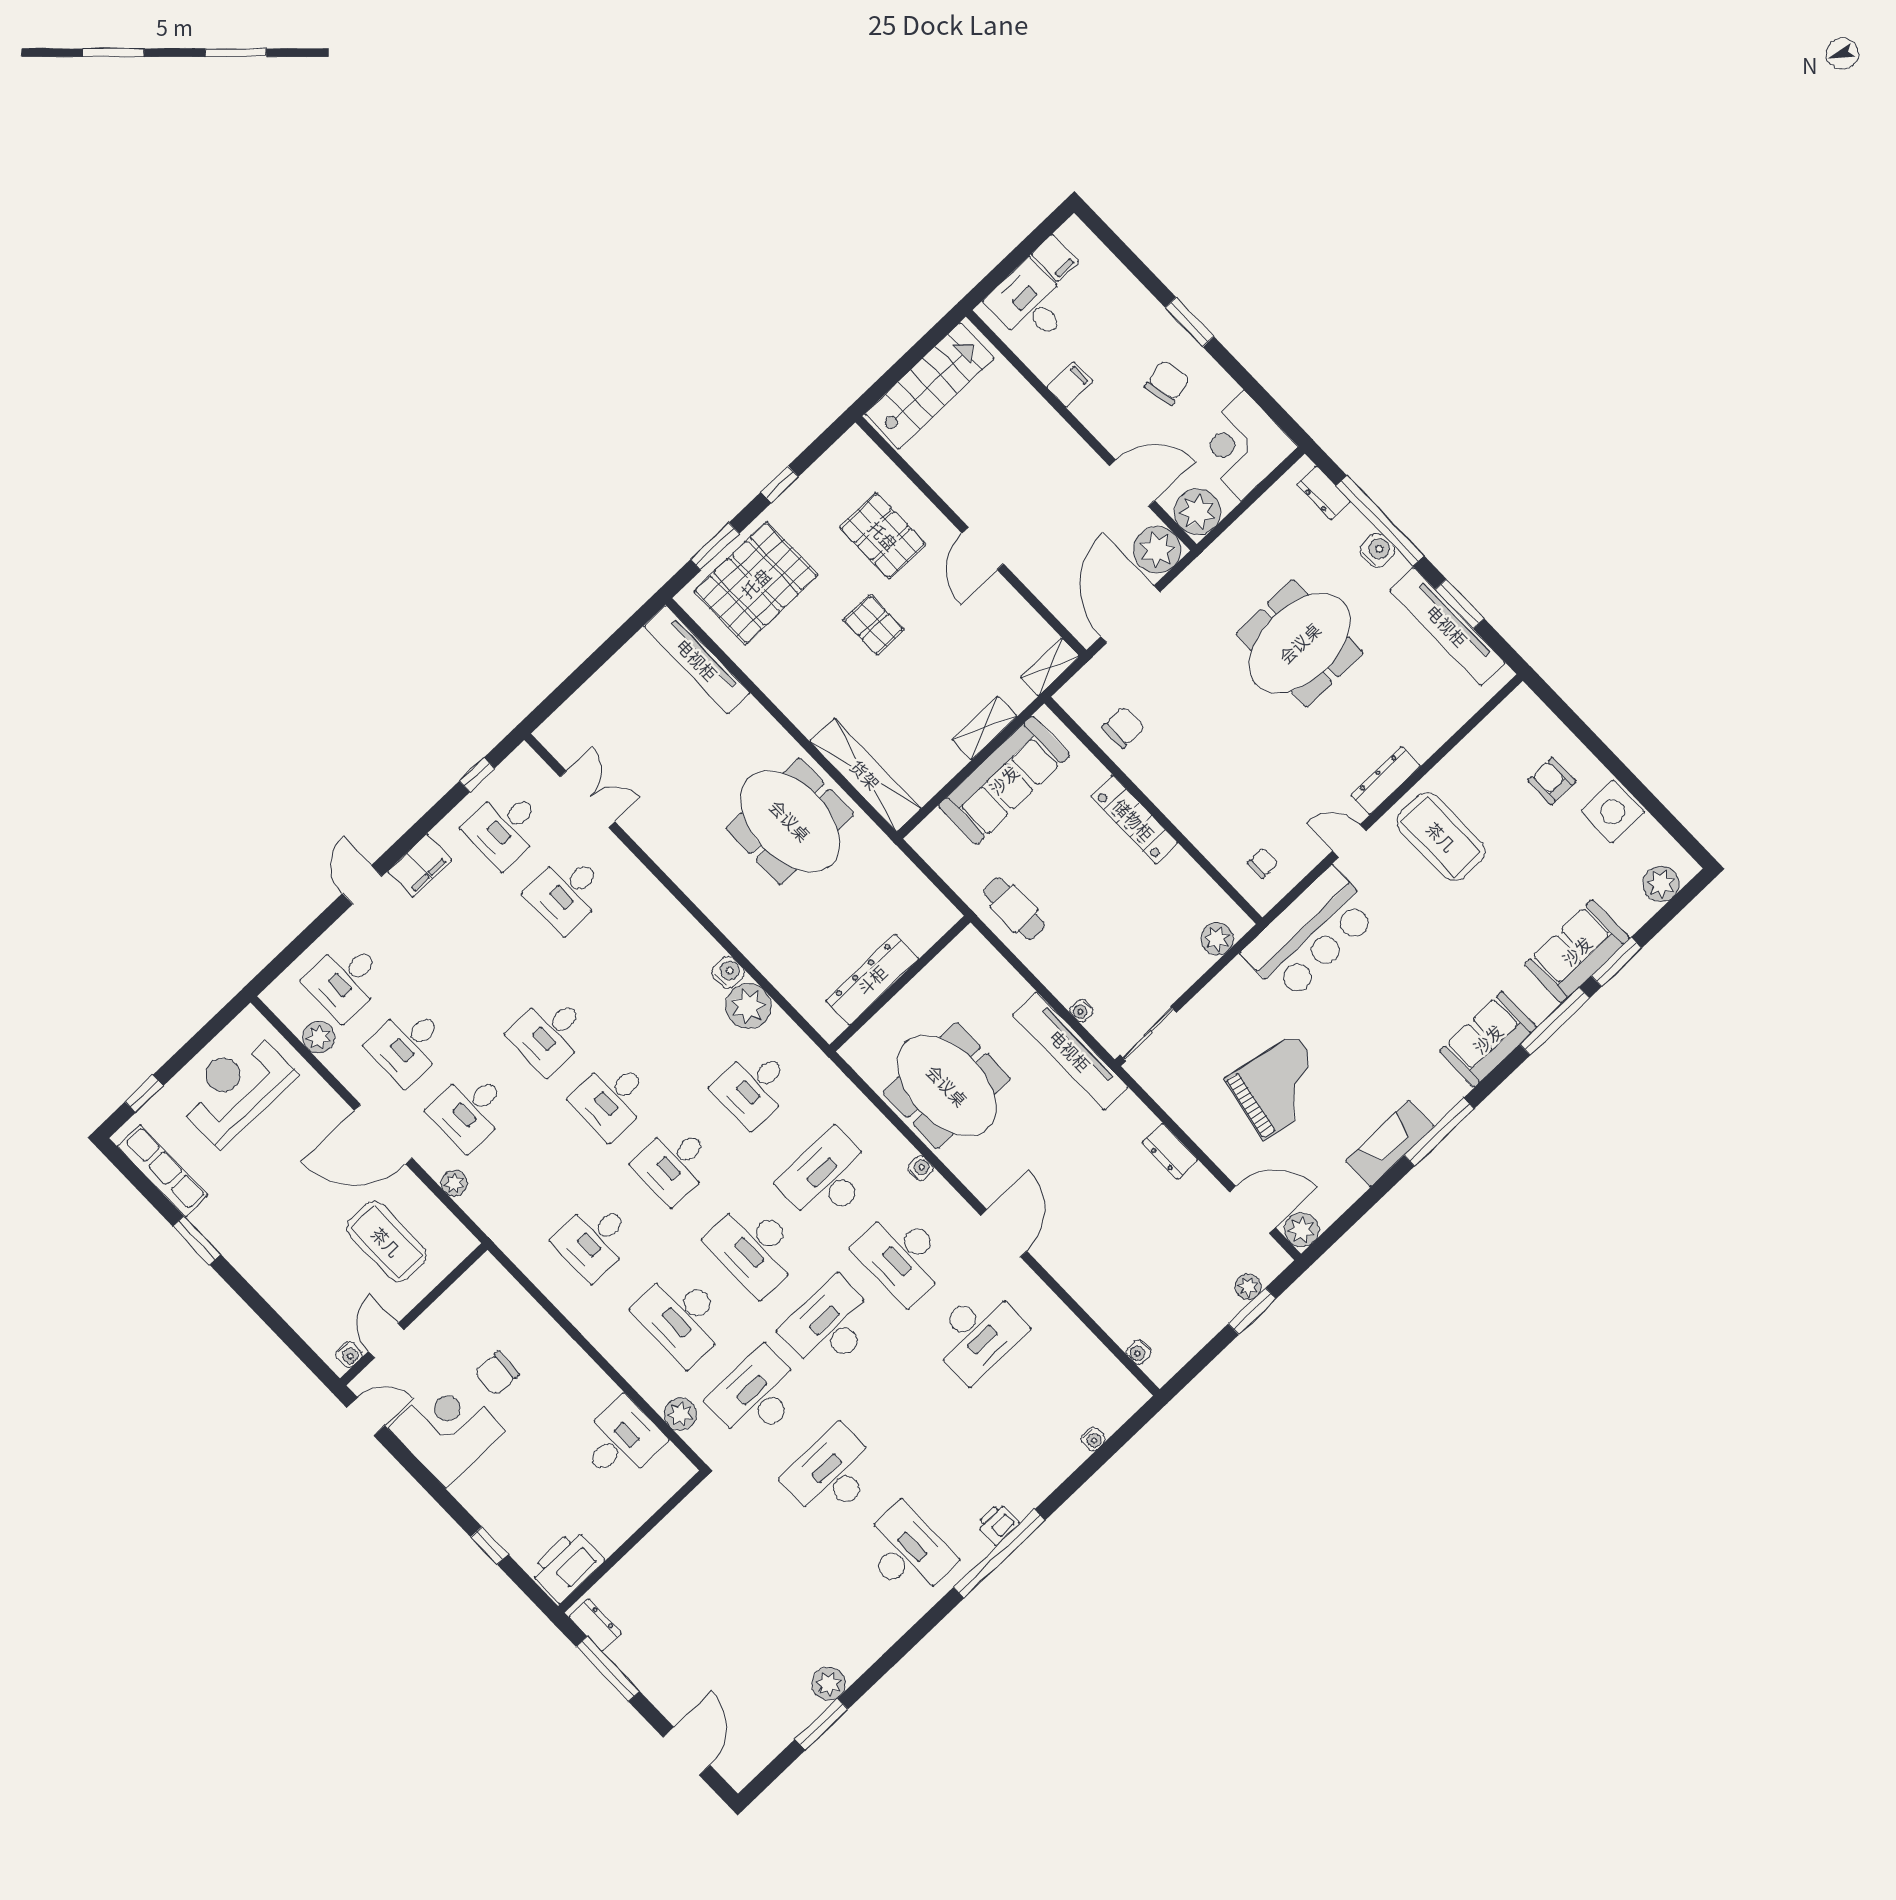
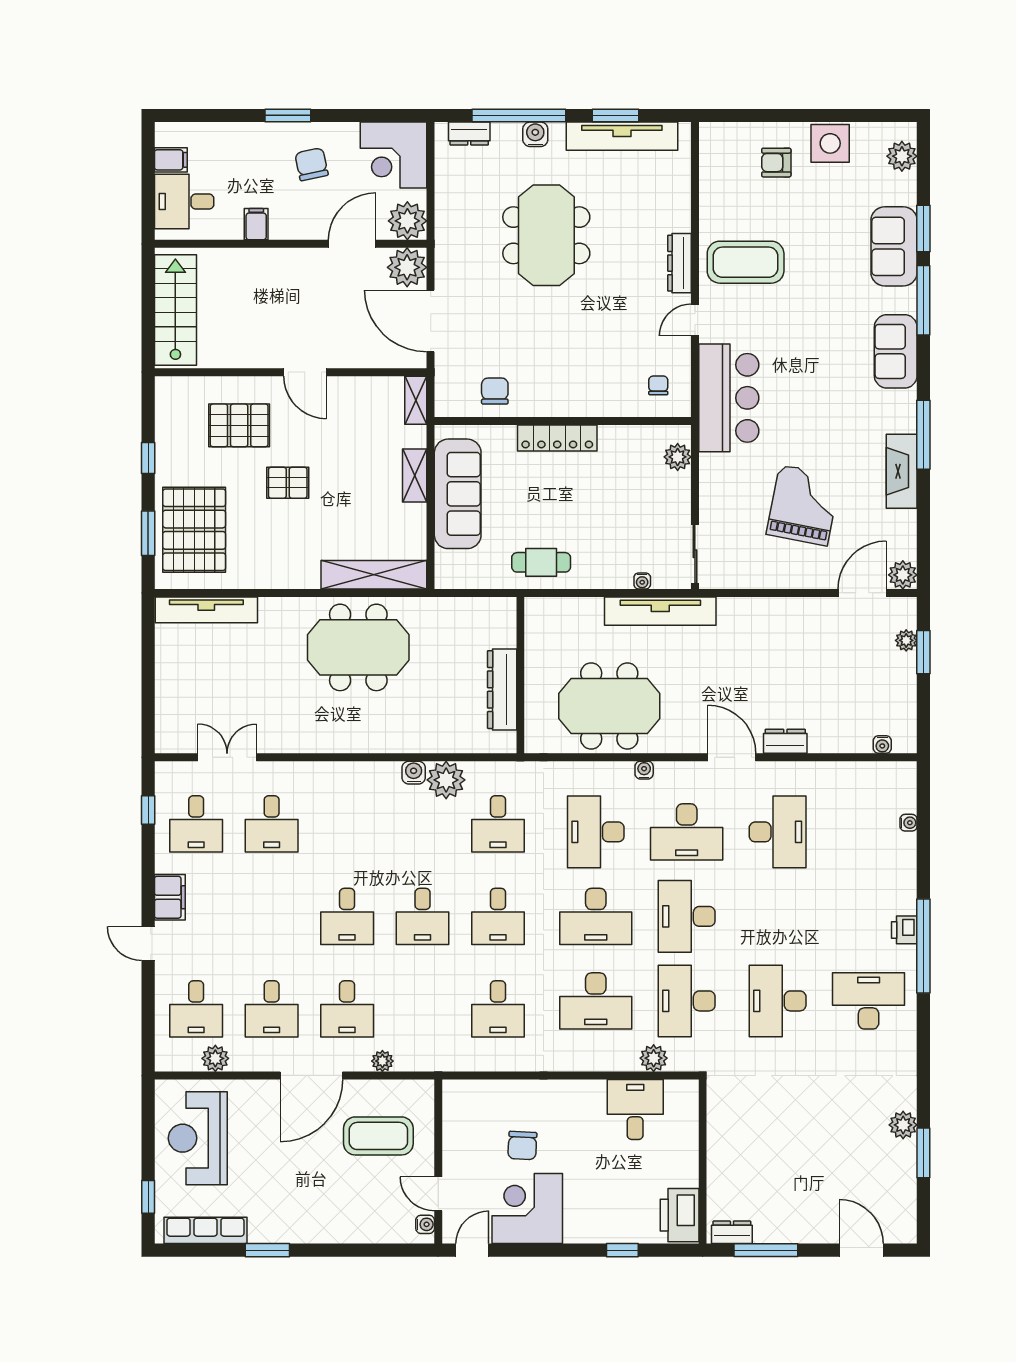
dresser: (1170, 1151) -> (785, 741), moved, turned 180

